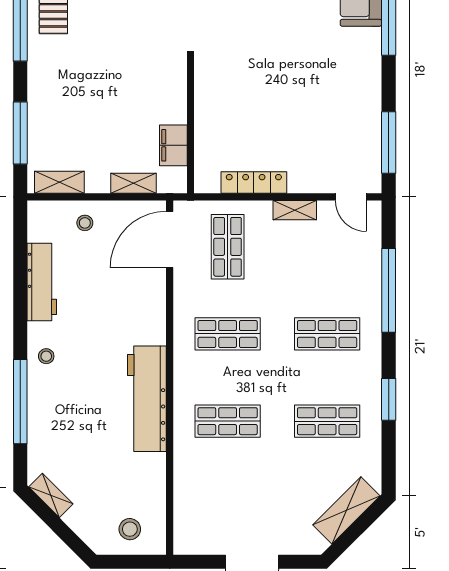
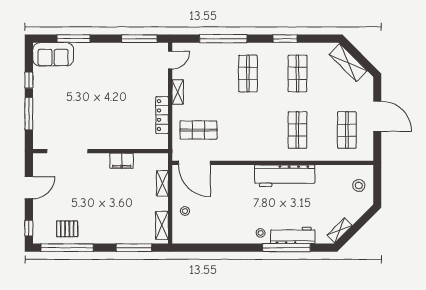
filing cabinet: (173, 145) -> (122, 161), moved
workbench: (42, 282) -> (293, 235), moved
shop shelf: (228, 334) -> (347, 130), moved

